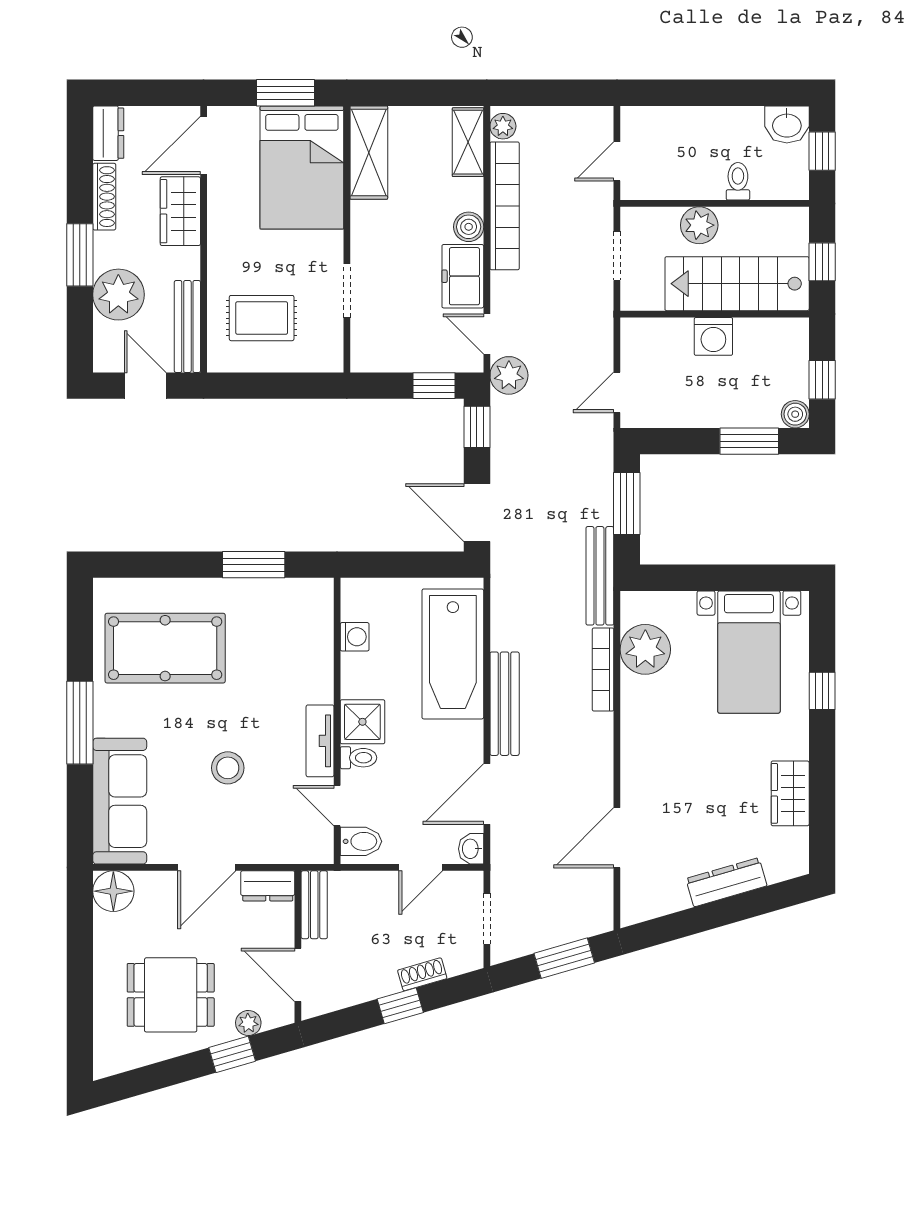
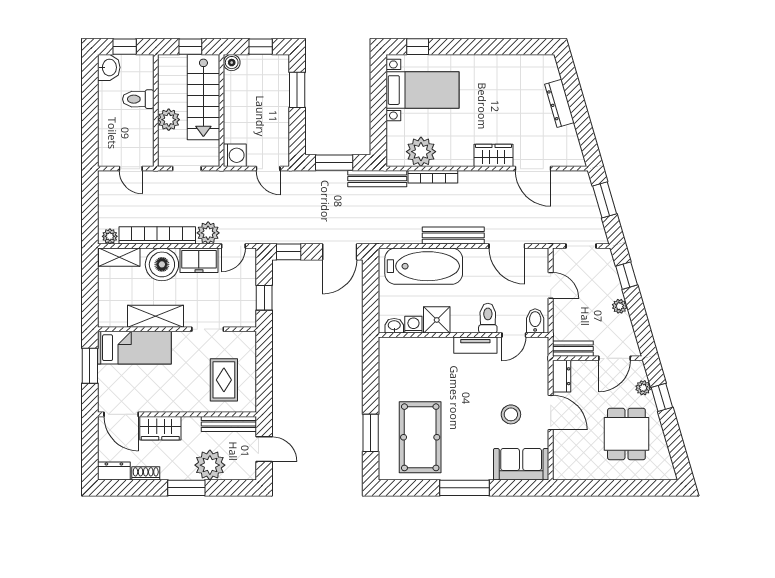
shelving: (369, 153) -> (156, 316), moved
bed: (302, 167) -> (134, 348), width x0.67
toilet: (738, 181) -> (138, 99), width x1.37, depth x1.39
shoe rack: (104, 197) -> (146, 473), width x0.70
boiler: (469, 227) -> (162, 264), width x1.86, depth x1.86
washing machine: (713, 336) -> (235, 155), moved
plant: (509, 375) -> (208, 233), moved
door: (145, 386) -> (264, 449), swing flipped
window: (434, 386) -> (264, 298), moved
boiler: (795, 414) -> (232, 63), moved
window: (254, 565) -> (371, 433), moved
window: (822, 691) -> (418, 47), moved
shower: (362, 722) -> (437, 320), moved
toilet: (358, 758) -> (488, 318), width x1.37, depth x1.39
stool: (228, 768) -> (511, 414), moved
wardrobe: (790, 793) -> (493, 155), moved, turned 180
sofa: (120, 801) -> (521, 464), width x0.73
washbasin: (471, 849) -> (394, 326), moved, turned 180
floor lamp: (113, 891) -> (565, 468), removed
shoe rack: (422, 974) -> (614, 284), removed
plant: (385, 983) -> (620, 306), added
window: (400, 1006) -> (627, 276), moved

